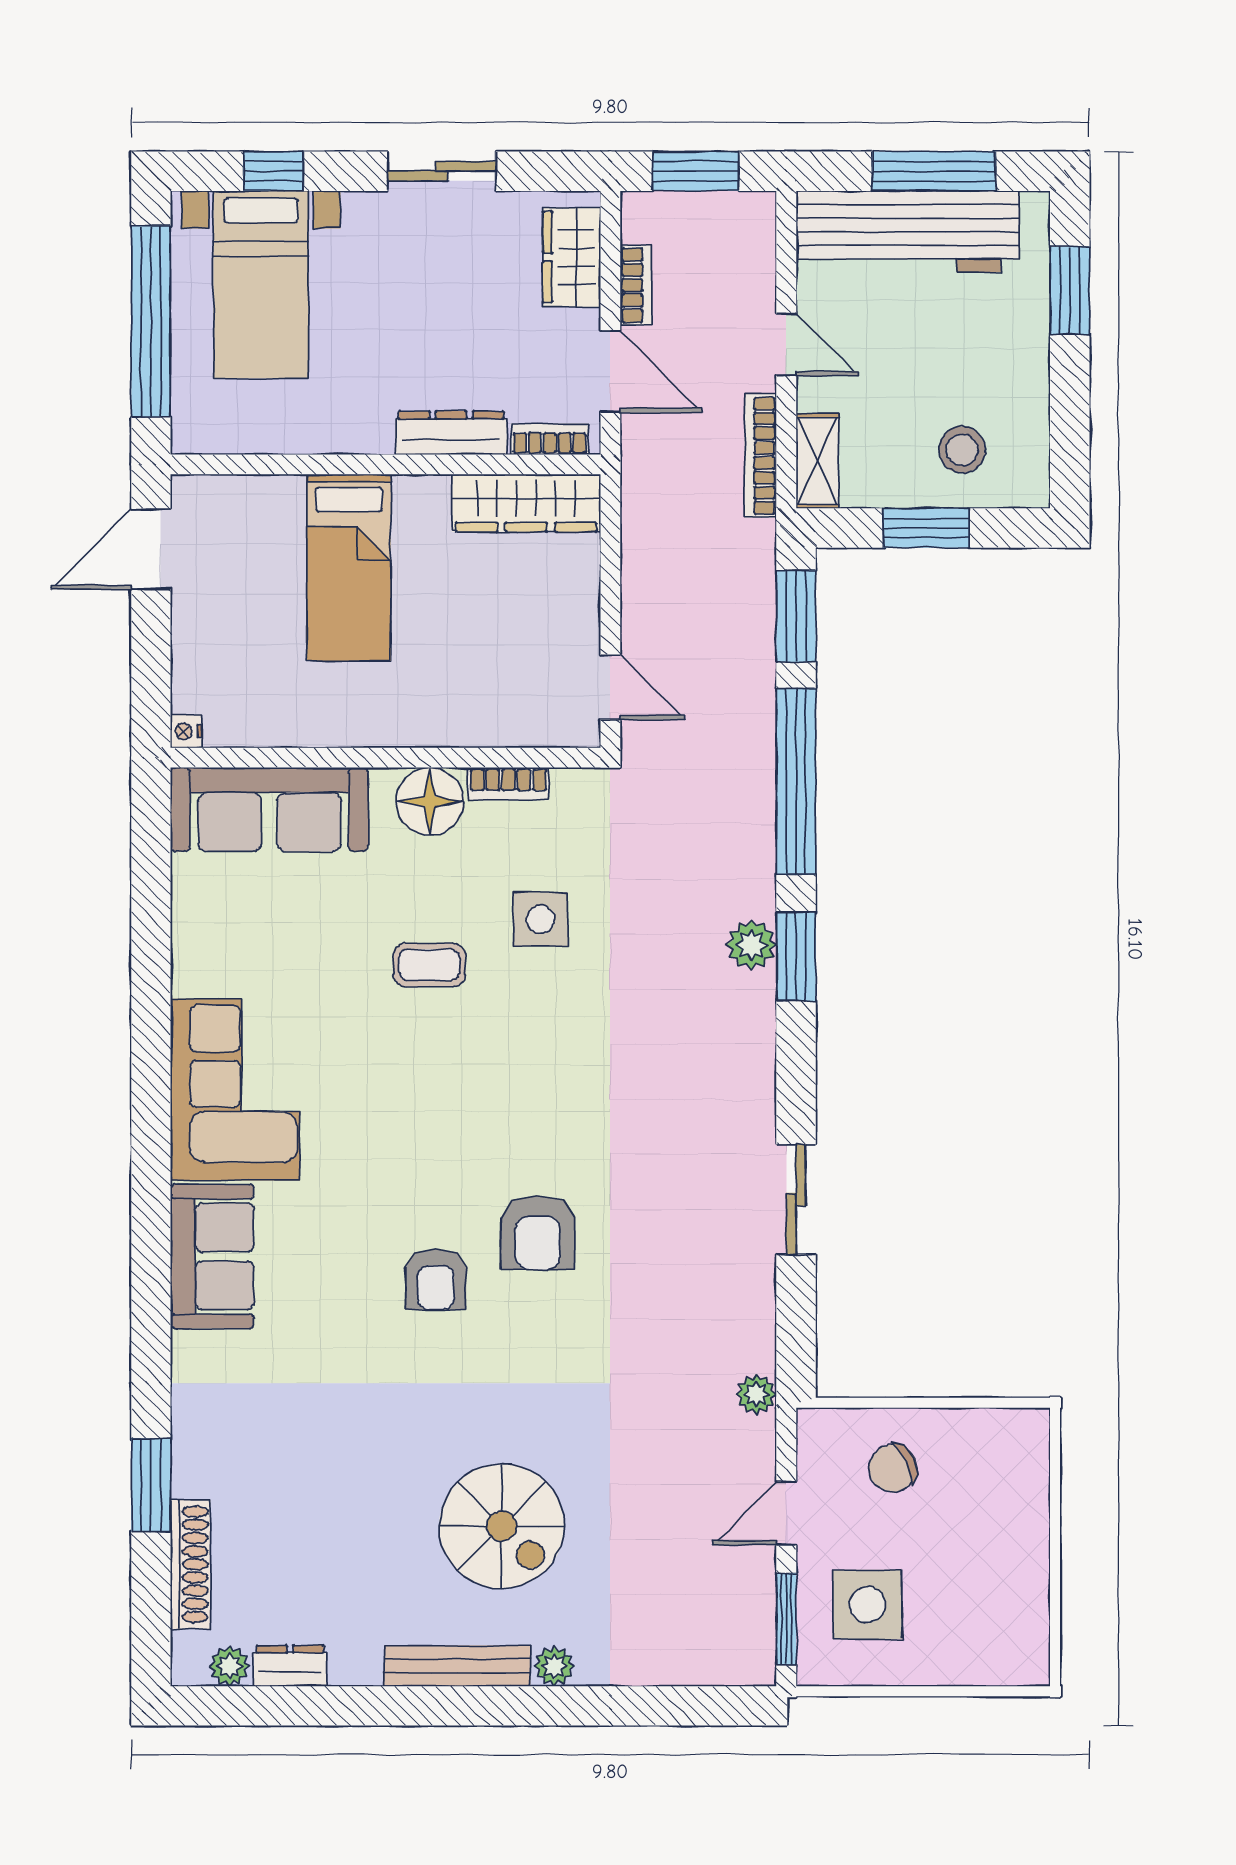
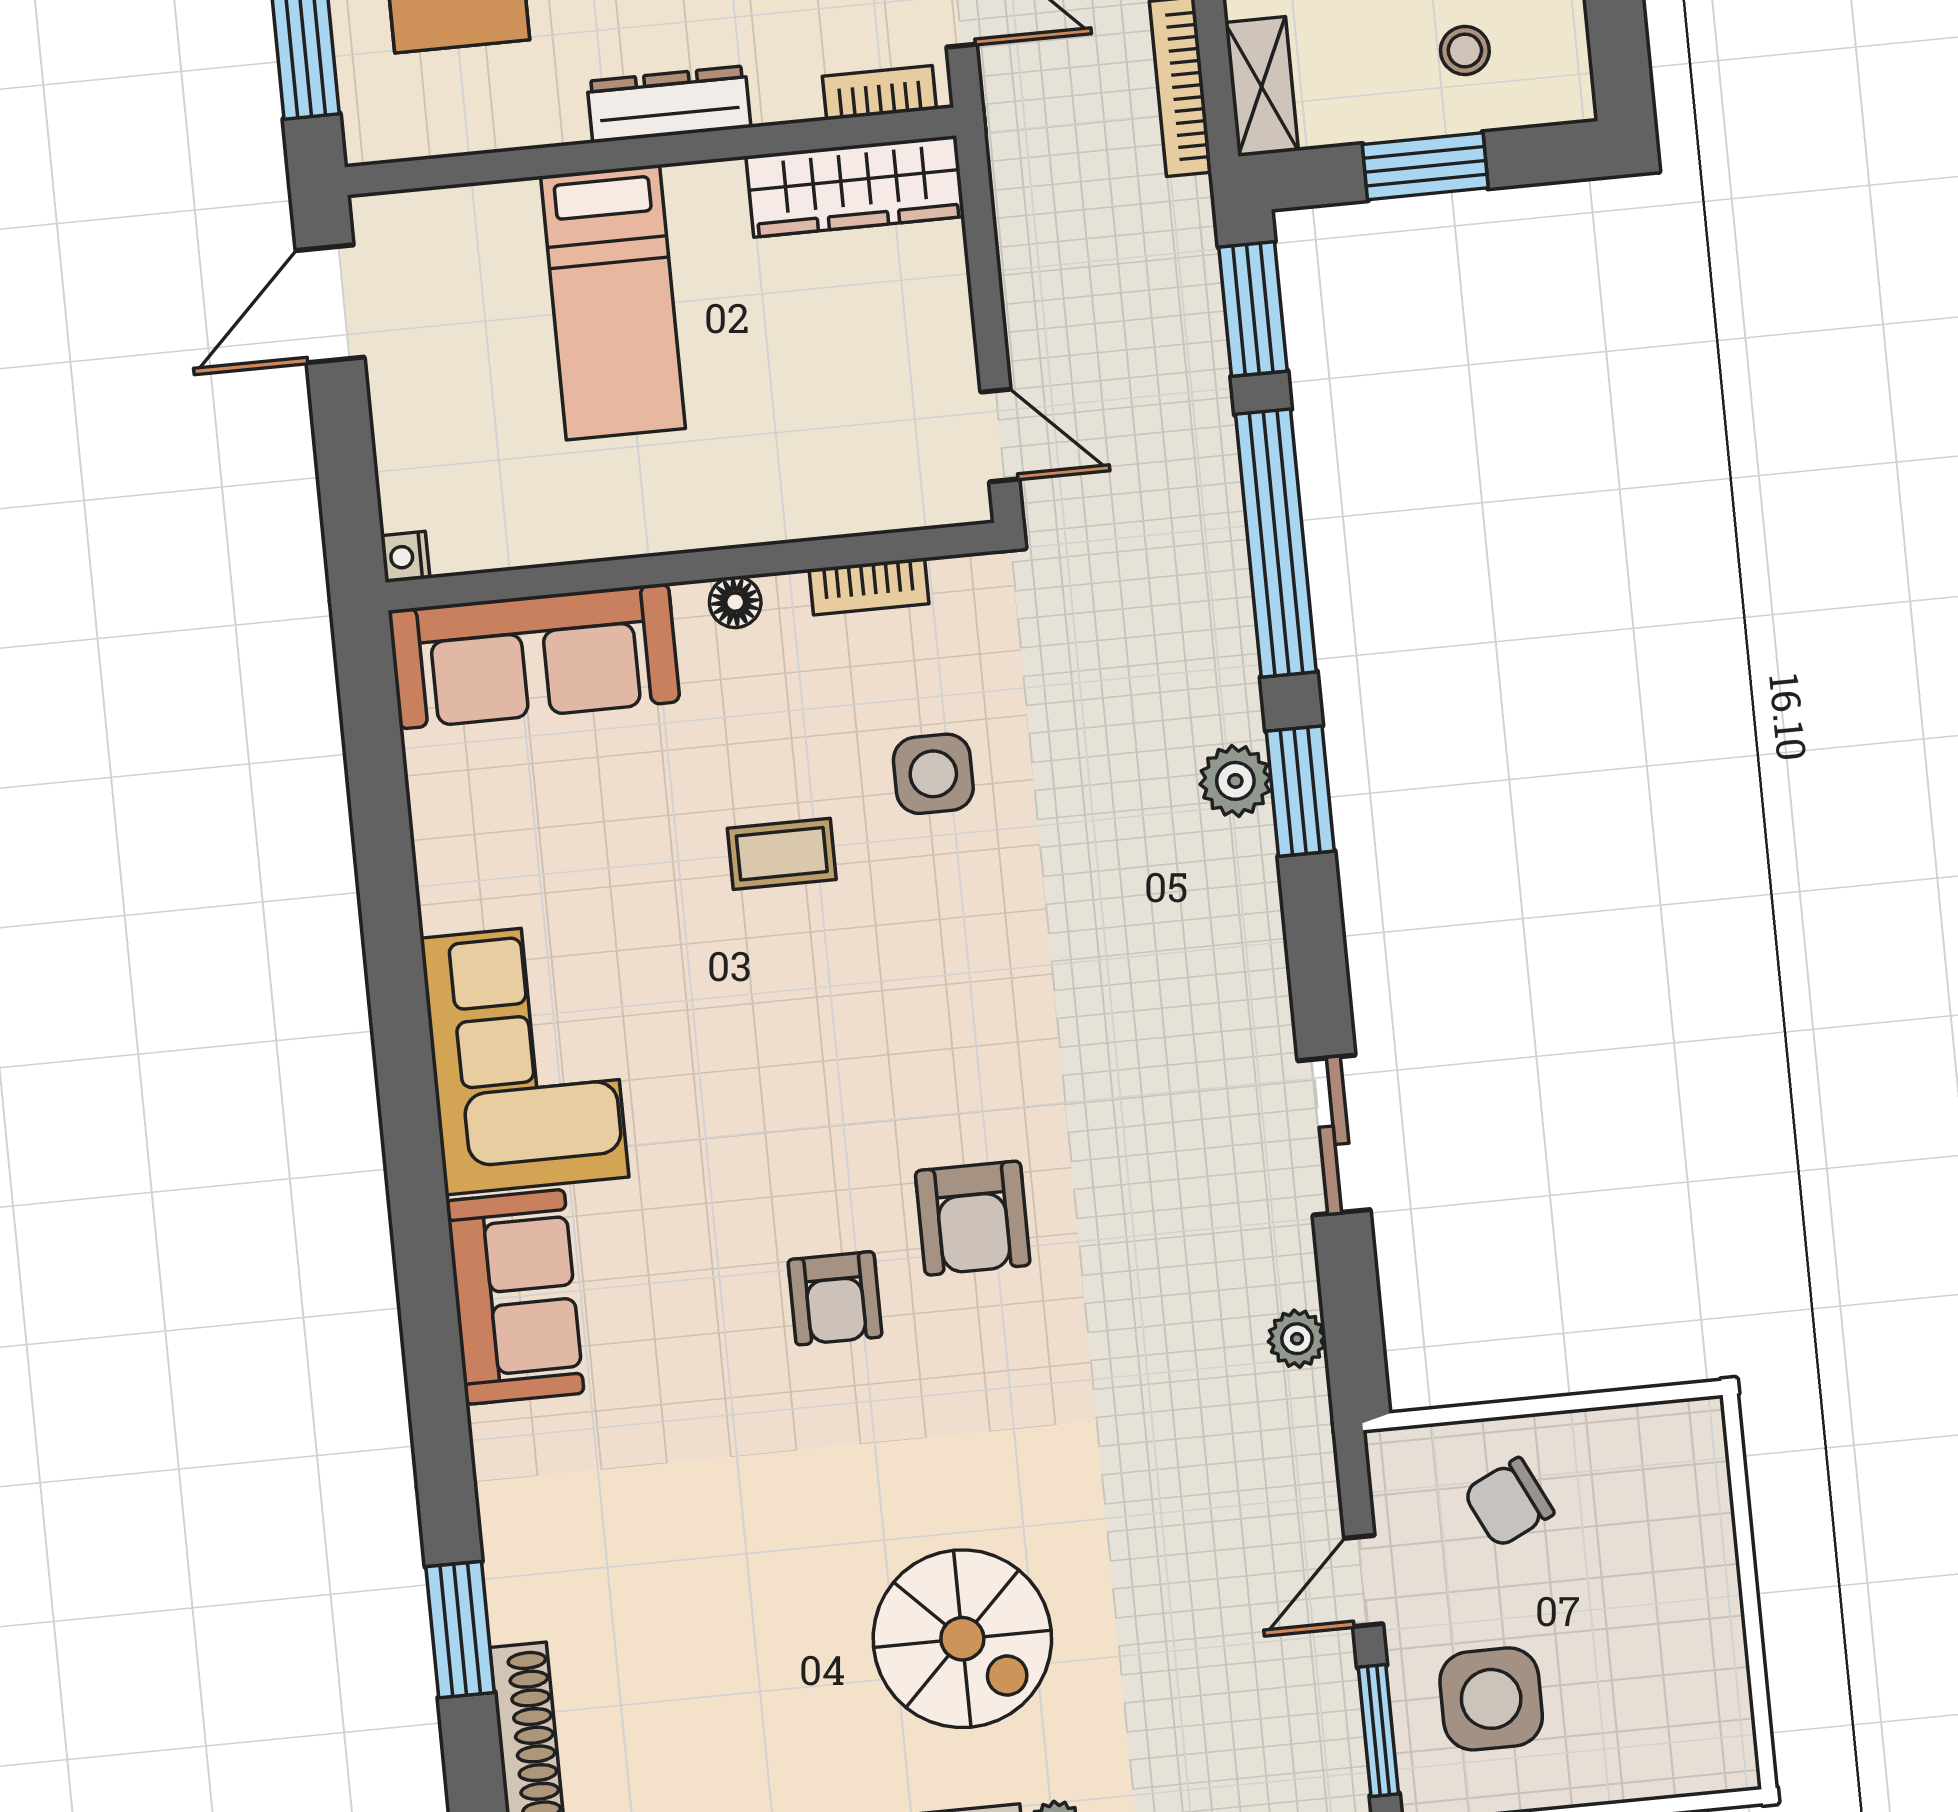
dresser: (451, 433) -> (669, 104), moved
stool: (962, 450) -> (1465, 50), width x0.73, depth x0.73
floor lamp: (430, 801) -> (735, 602), width x0.53, depth x0.53
plant: (756, 1394) -> (1297, 1339), moved

